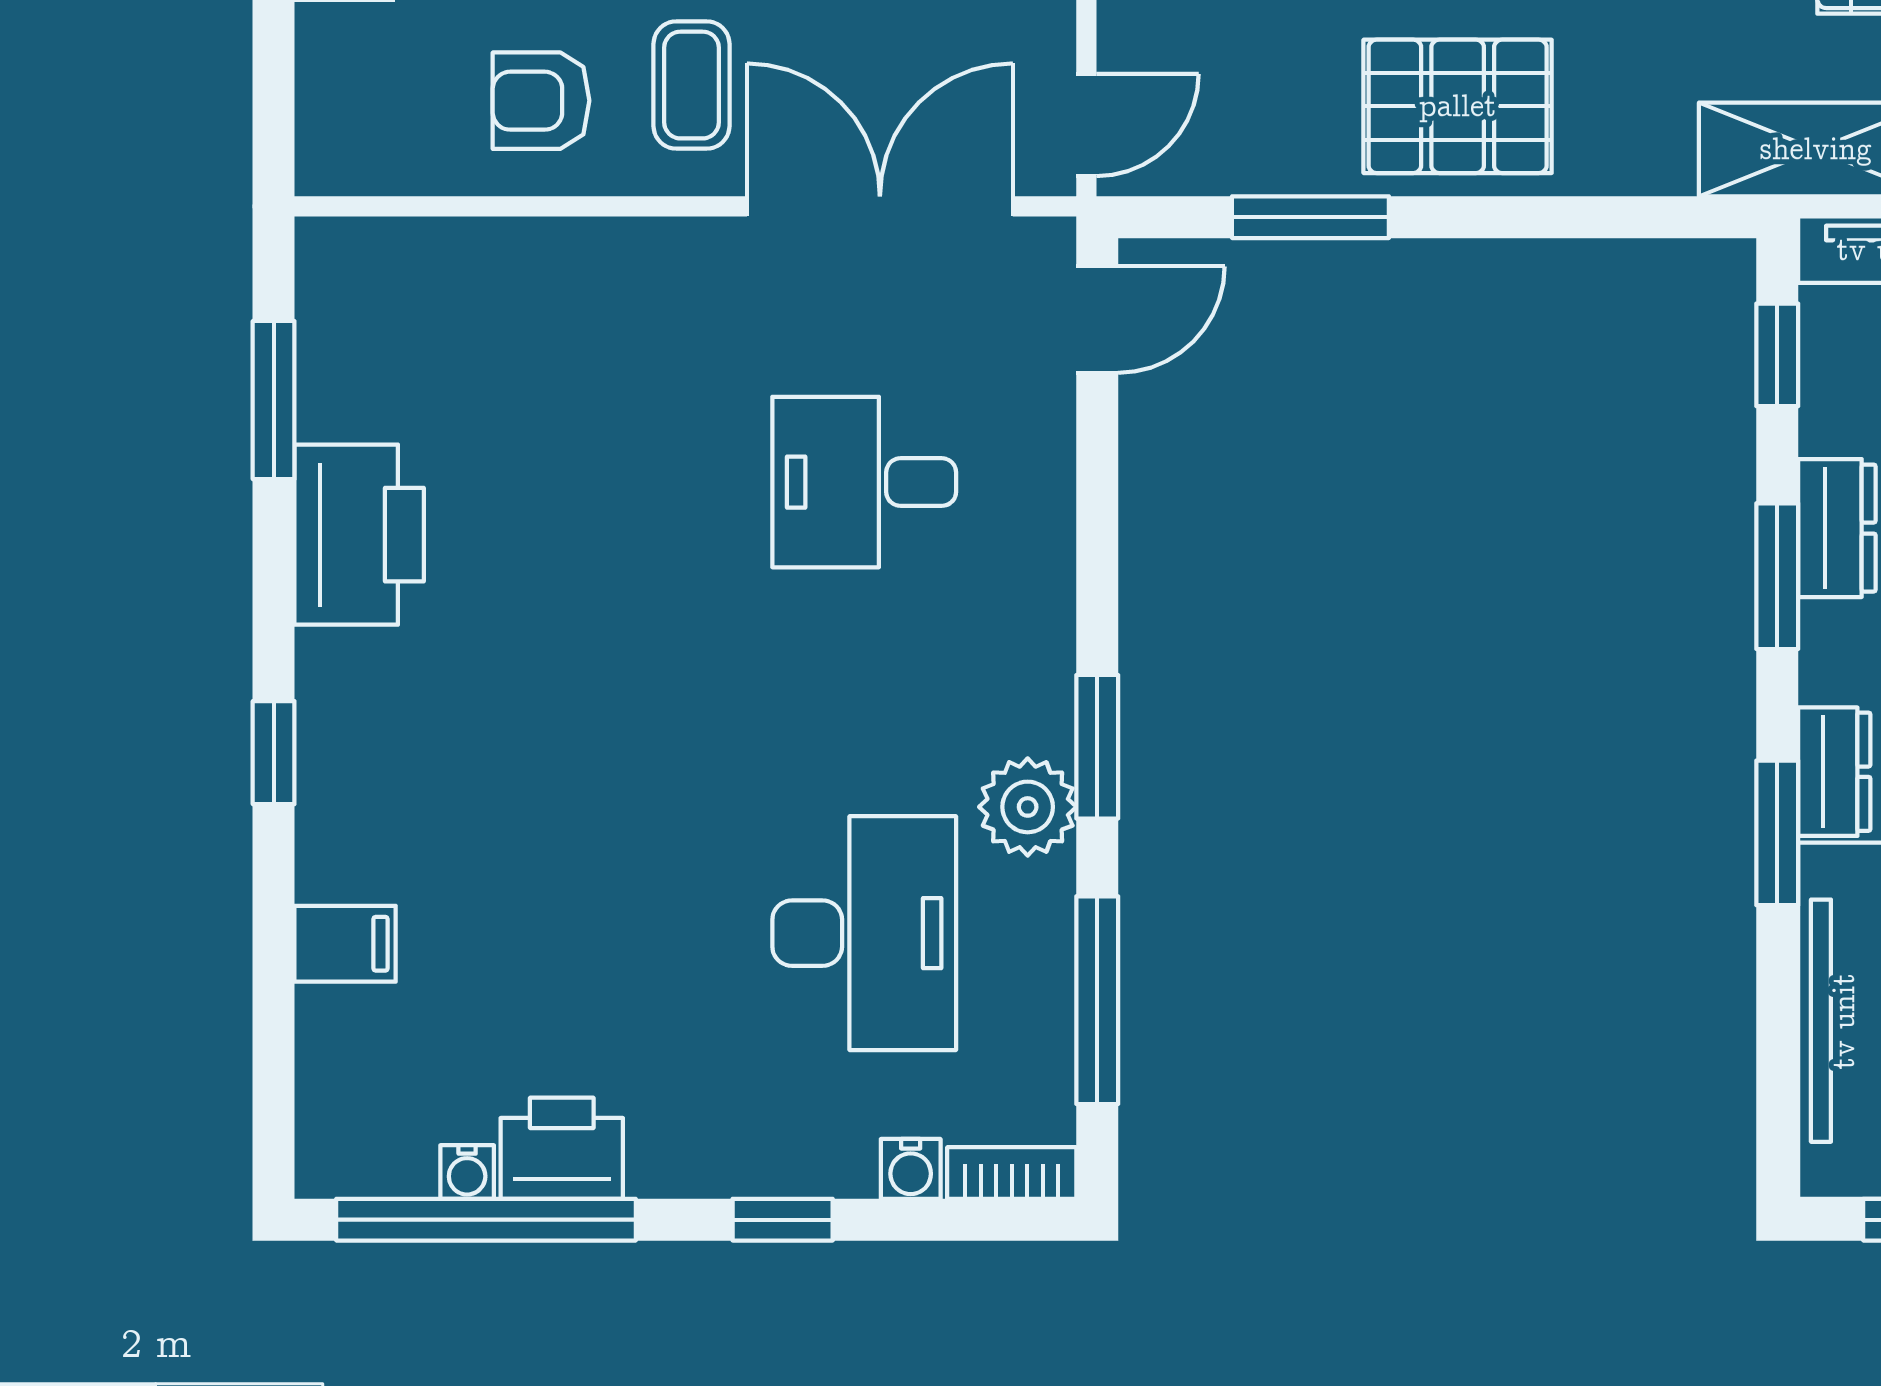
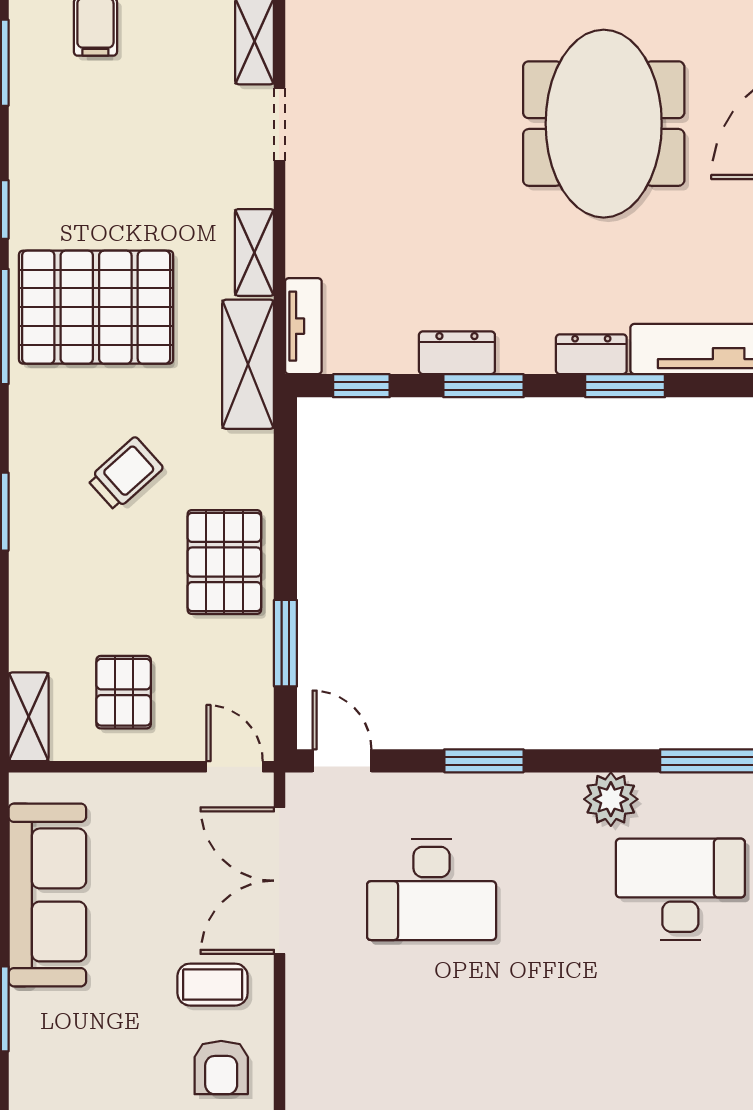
desk: (864, 482) -> (432, 889), width x1.37
window: (1097, 747) -> (484, 761), moved

